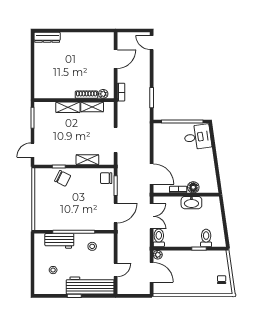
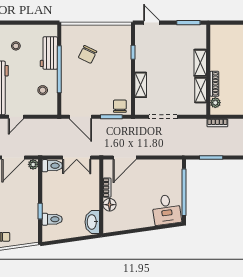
chair: (63, 178) -> (88, 54), moved
washbasin: (191, 203) -> (92, 222), moved
door: (116, 270) -> (16, 117), hinge flipped

